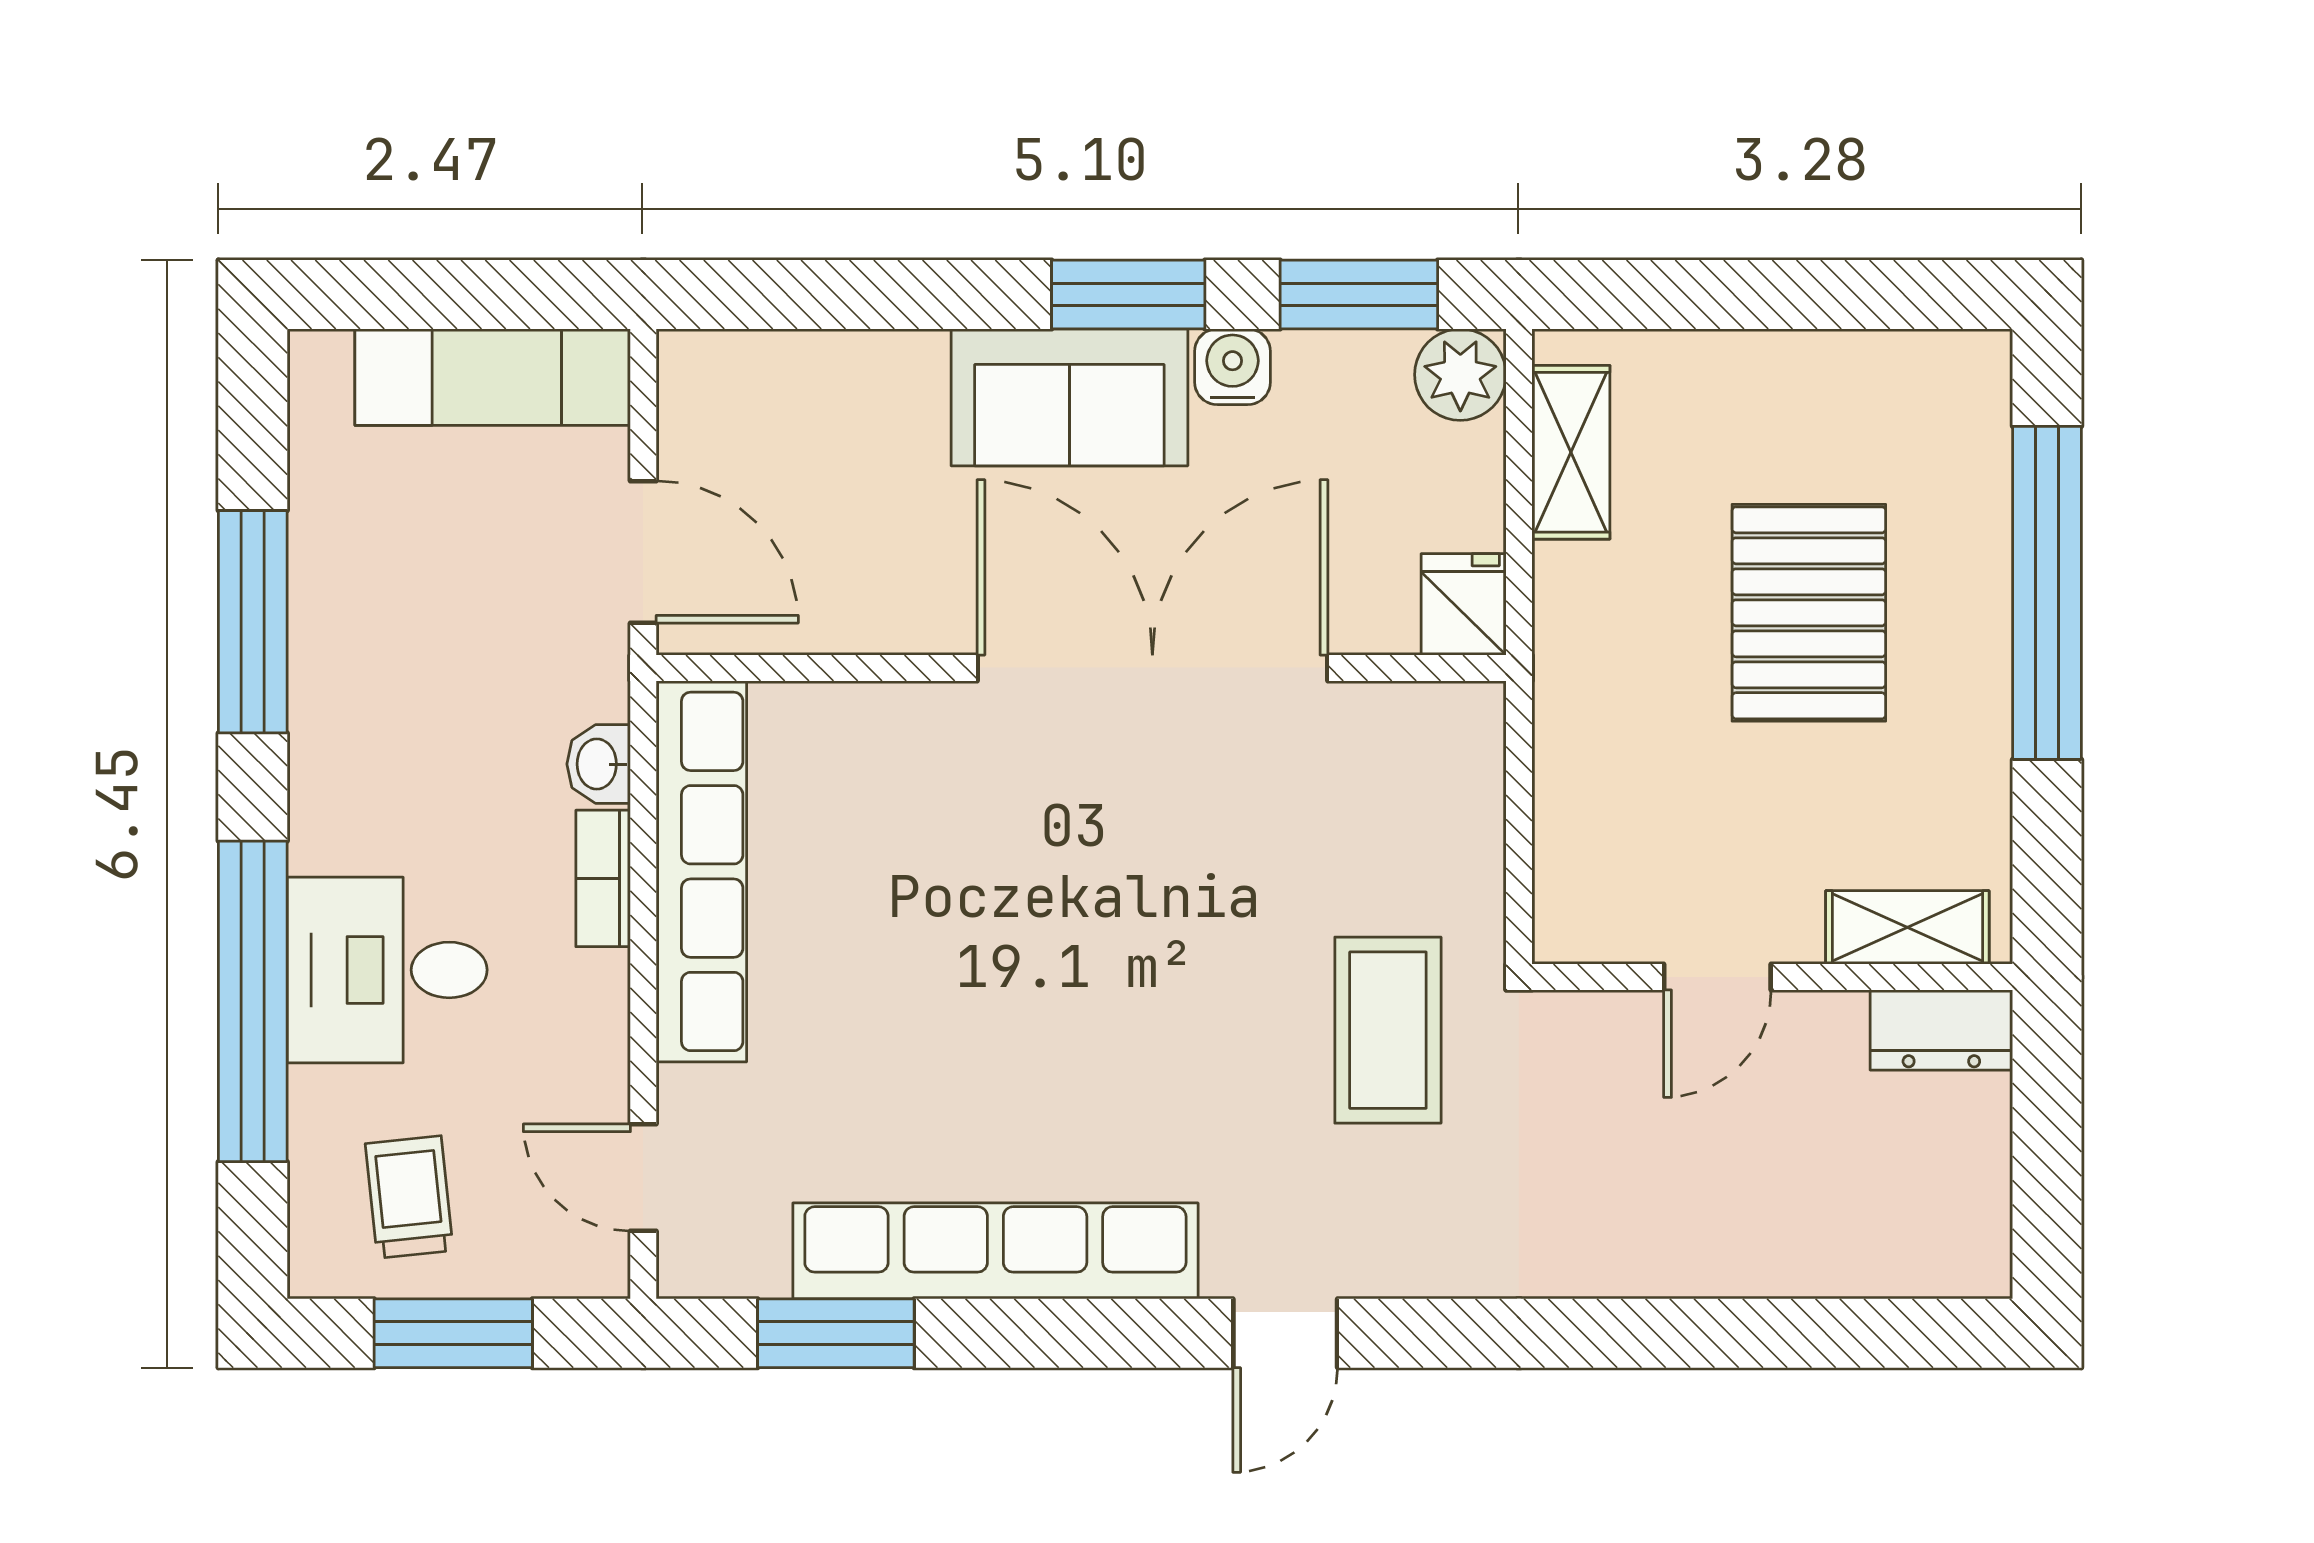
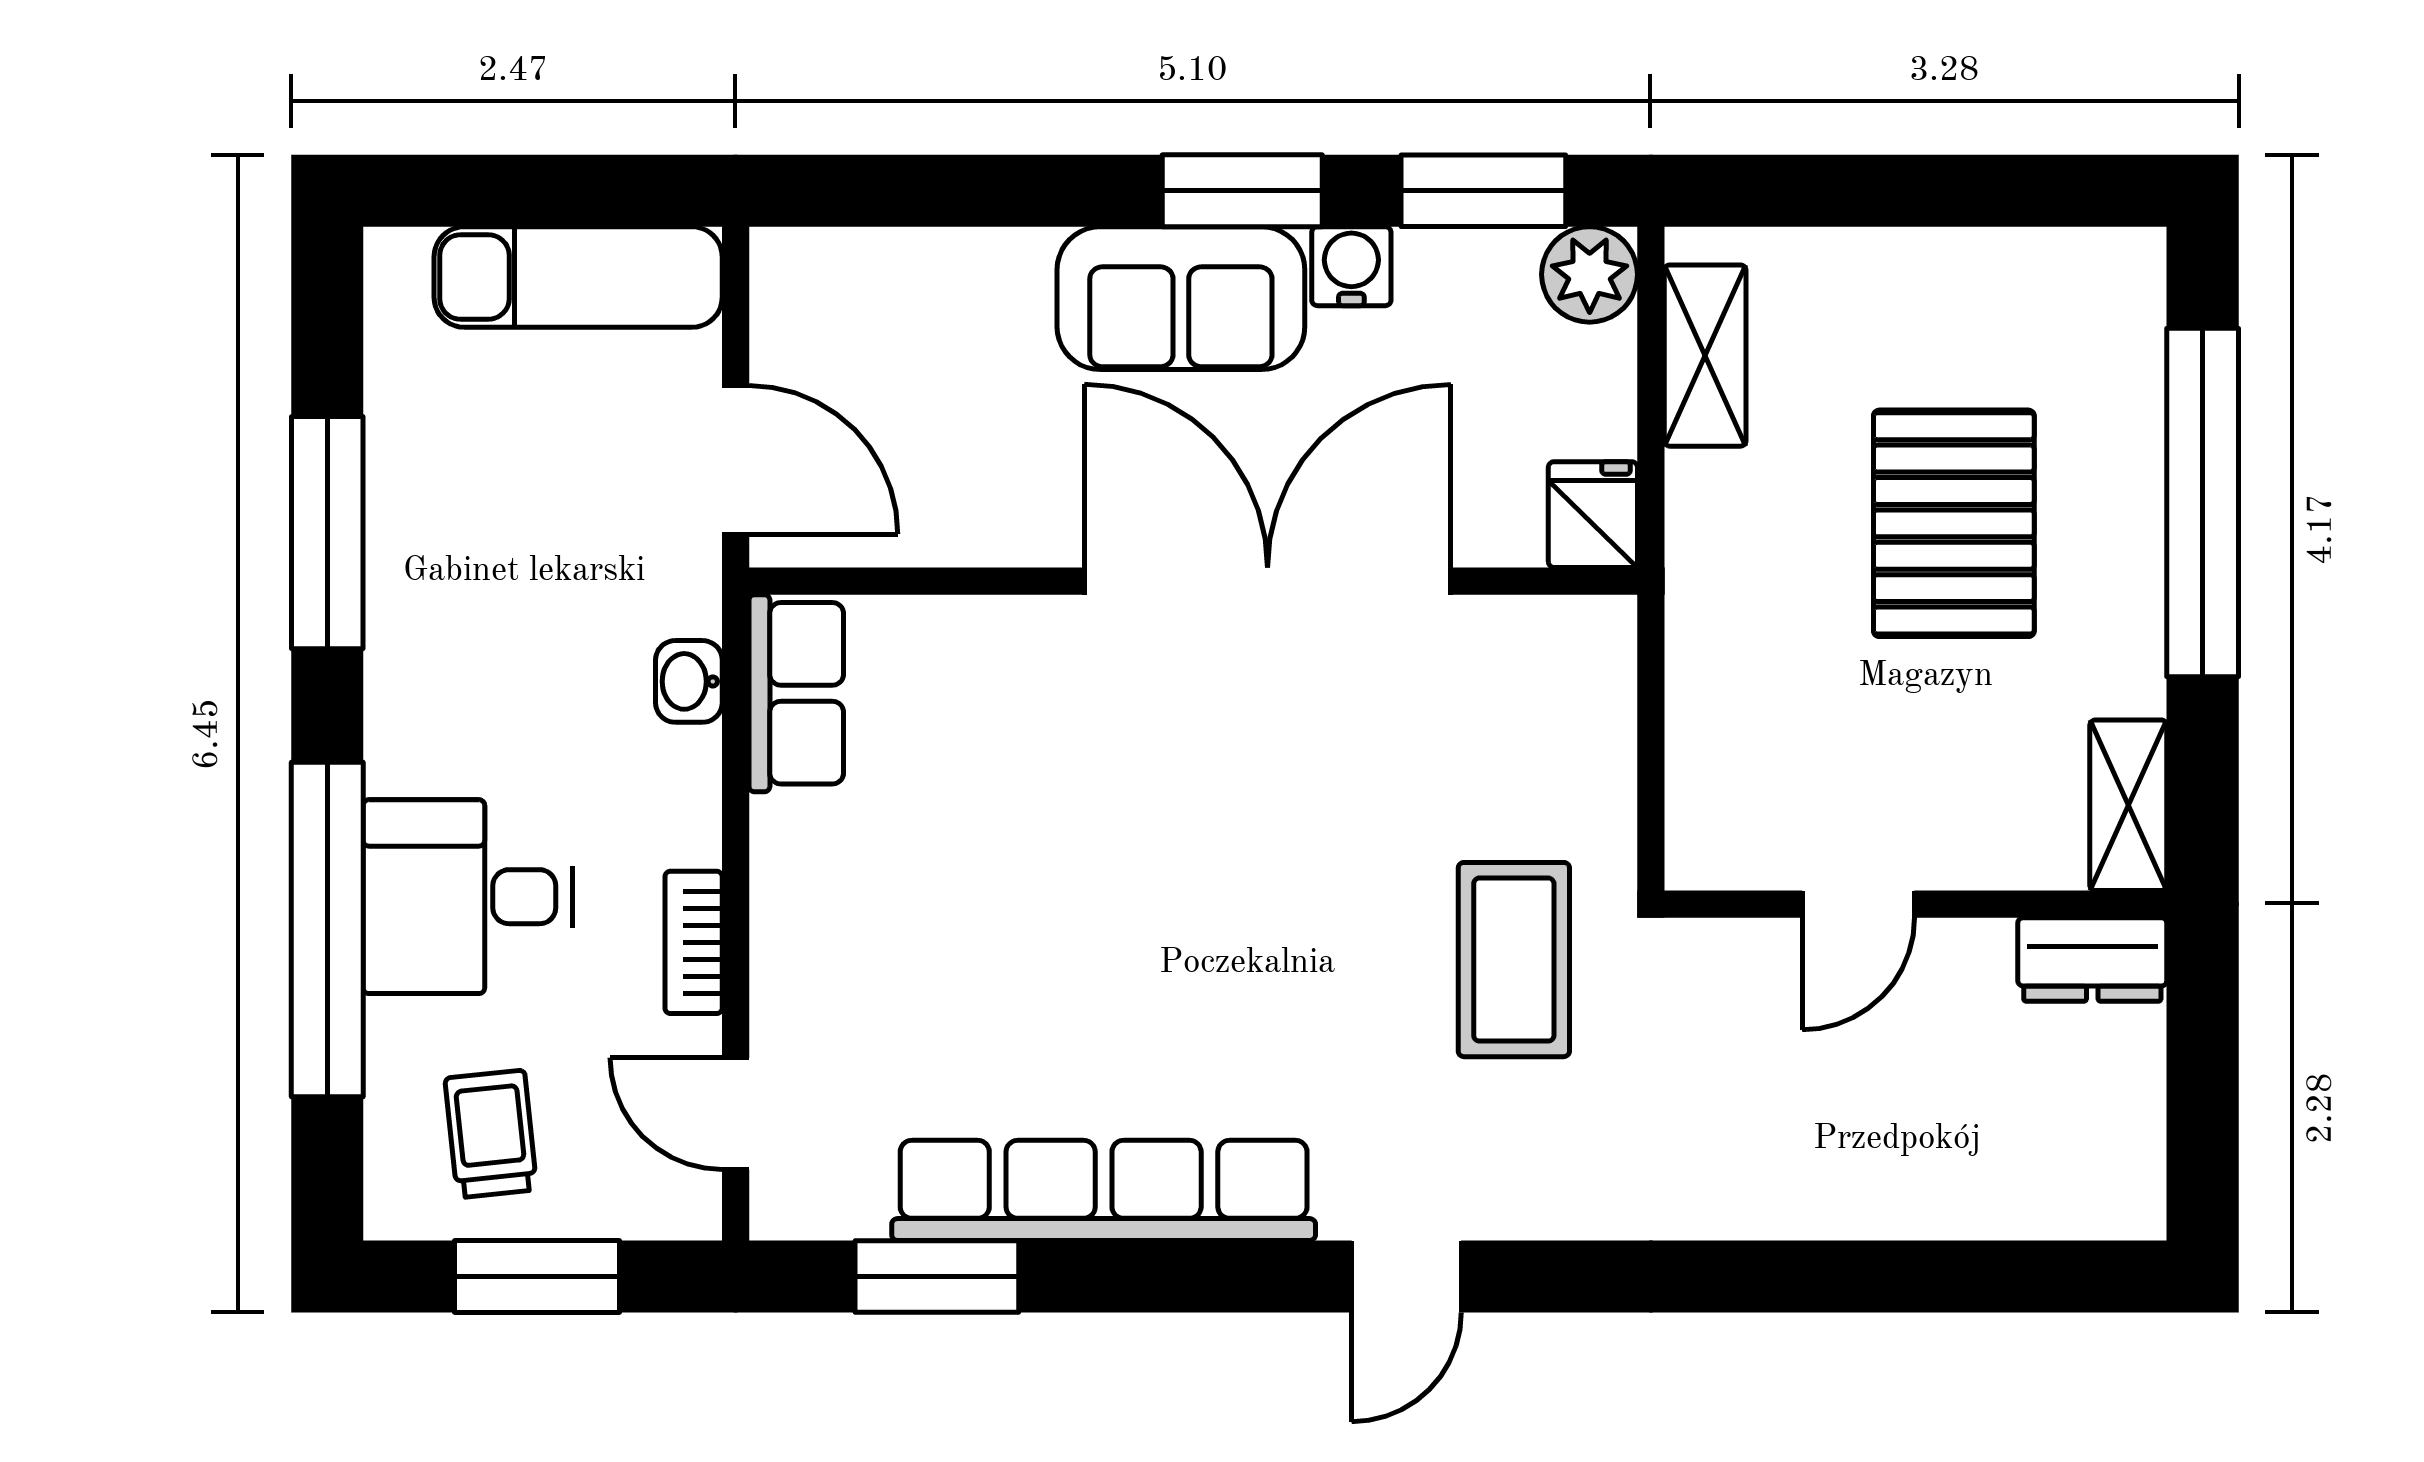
row of seats: (701, 871) -> (796, 693), width x0.50
bookcase: (603, 878) -> (694, 942), moved
shelving: (1907, 927) -> (2128, 805), moved, turned 90

